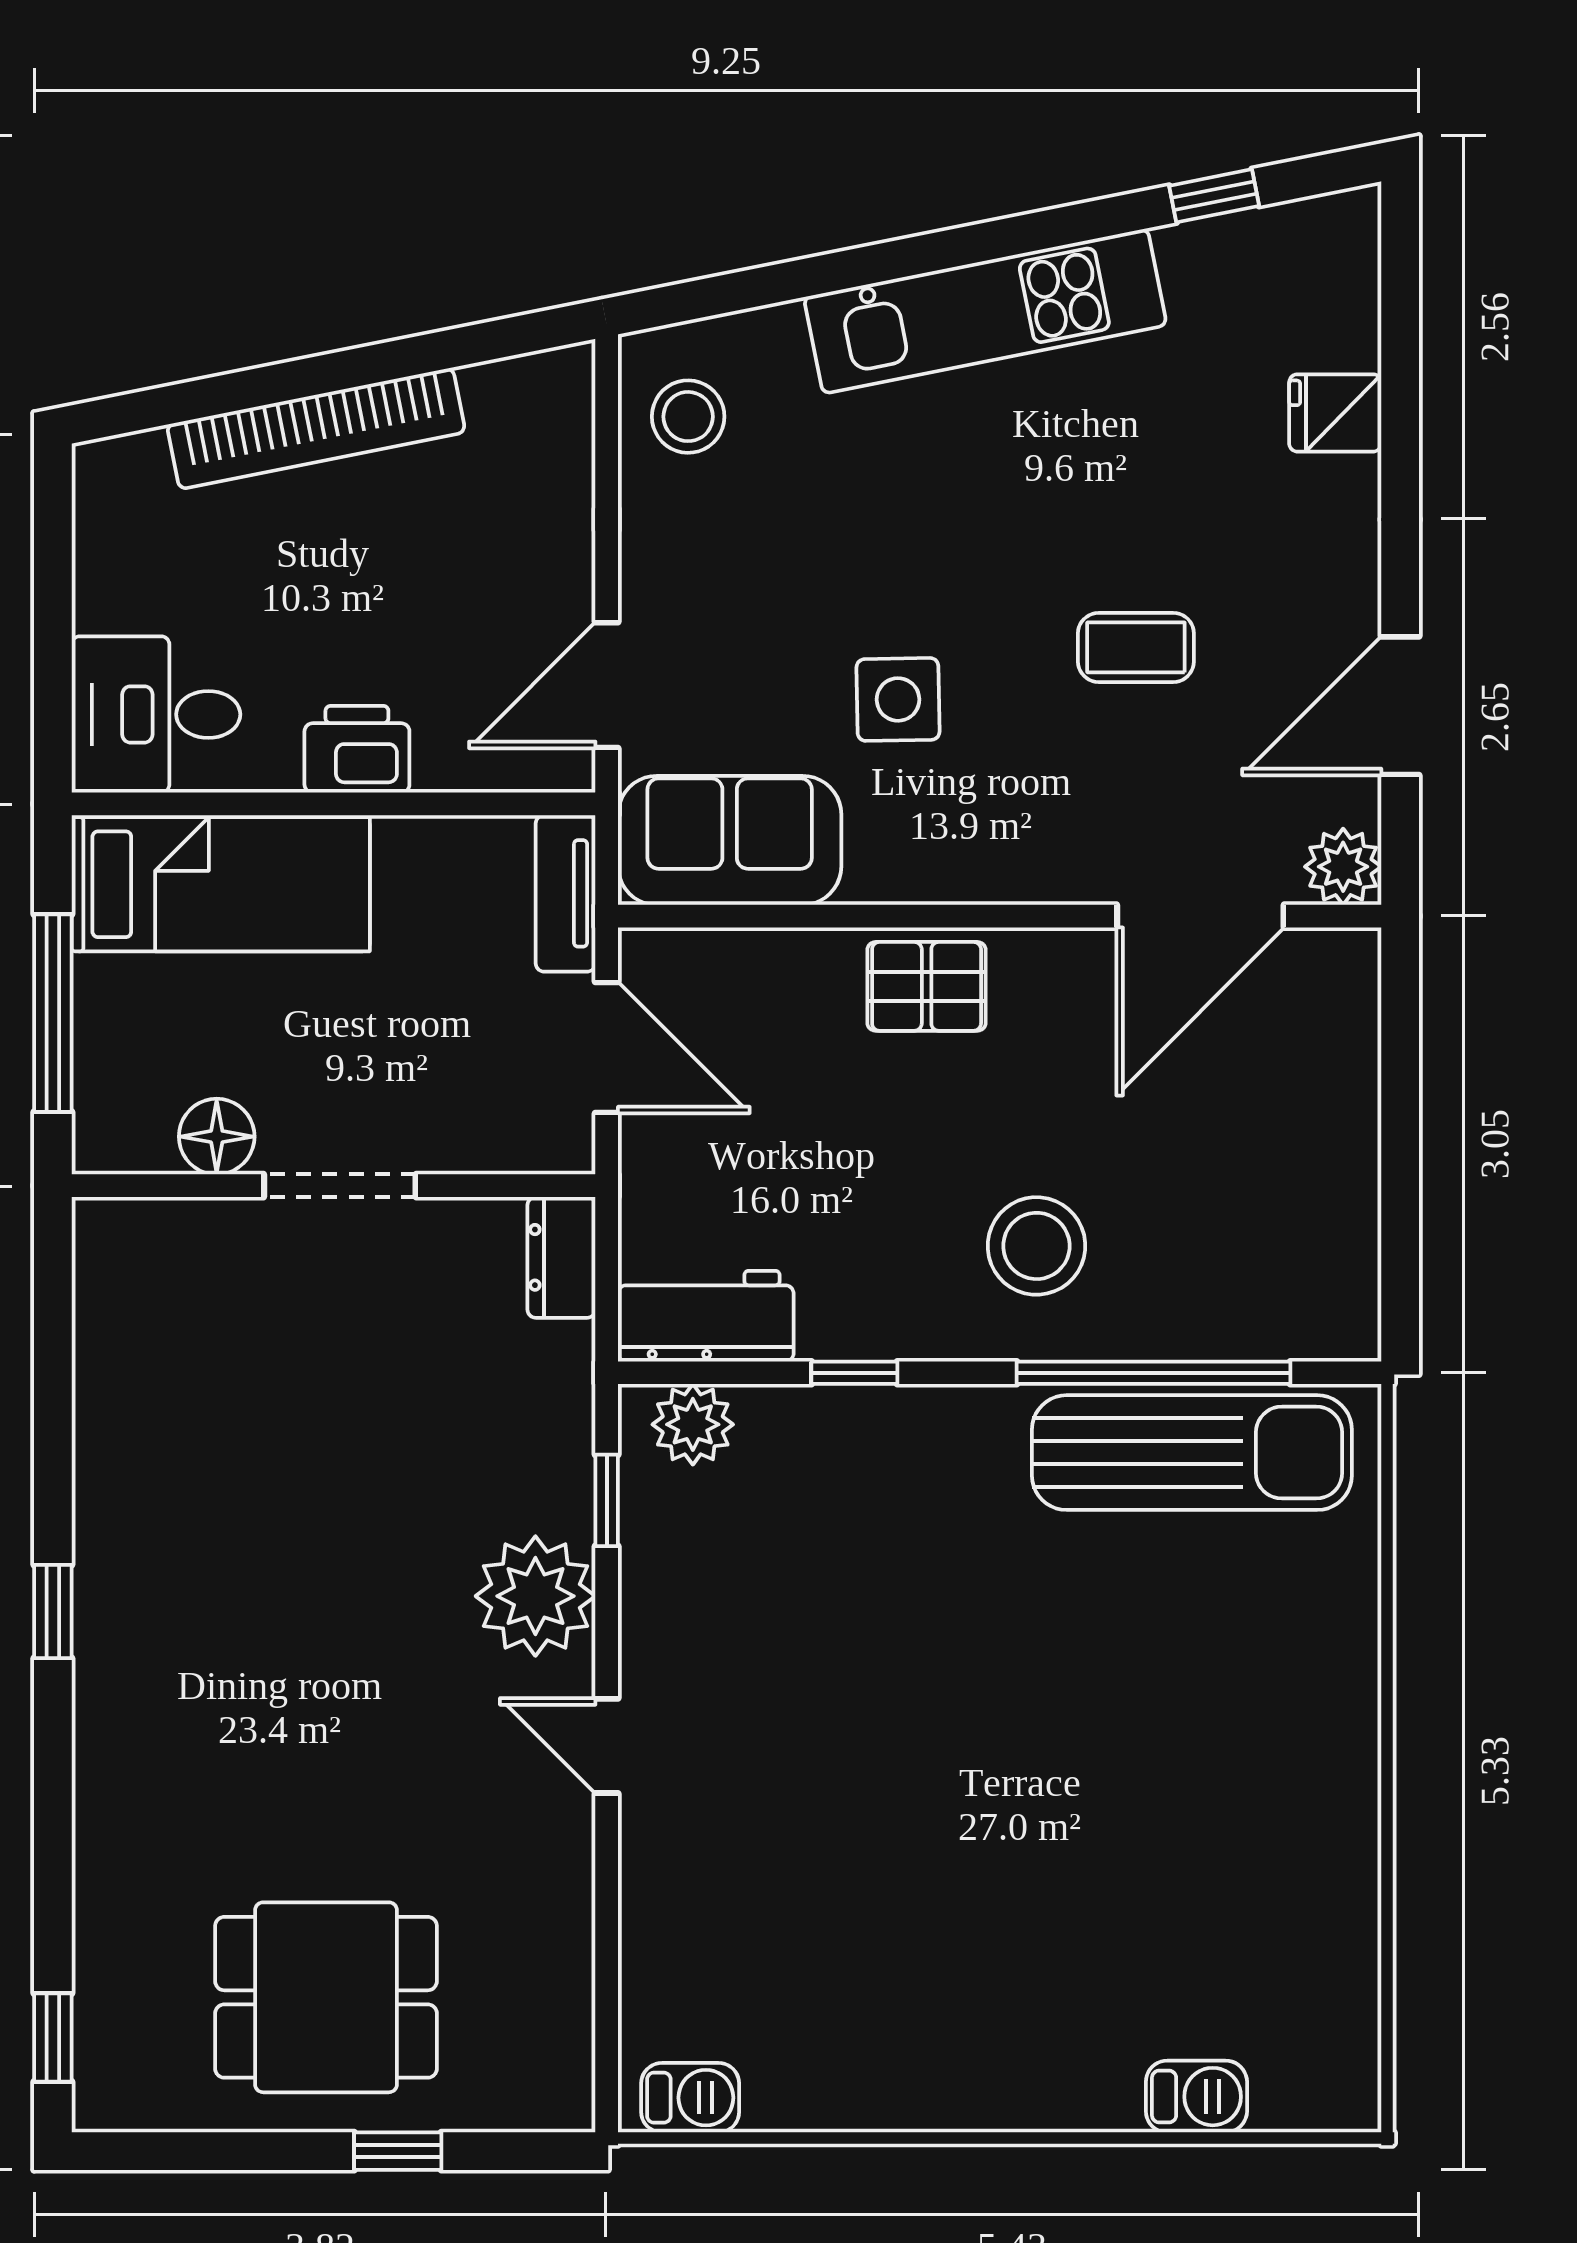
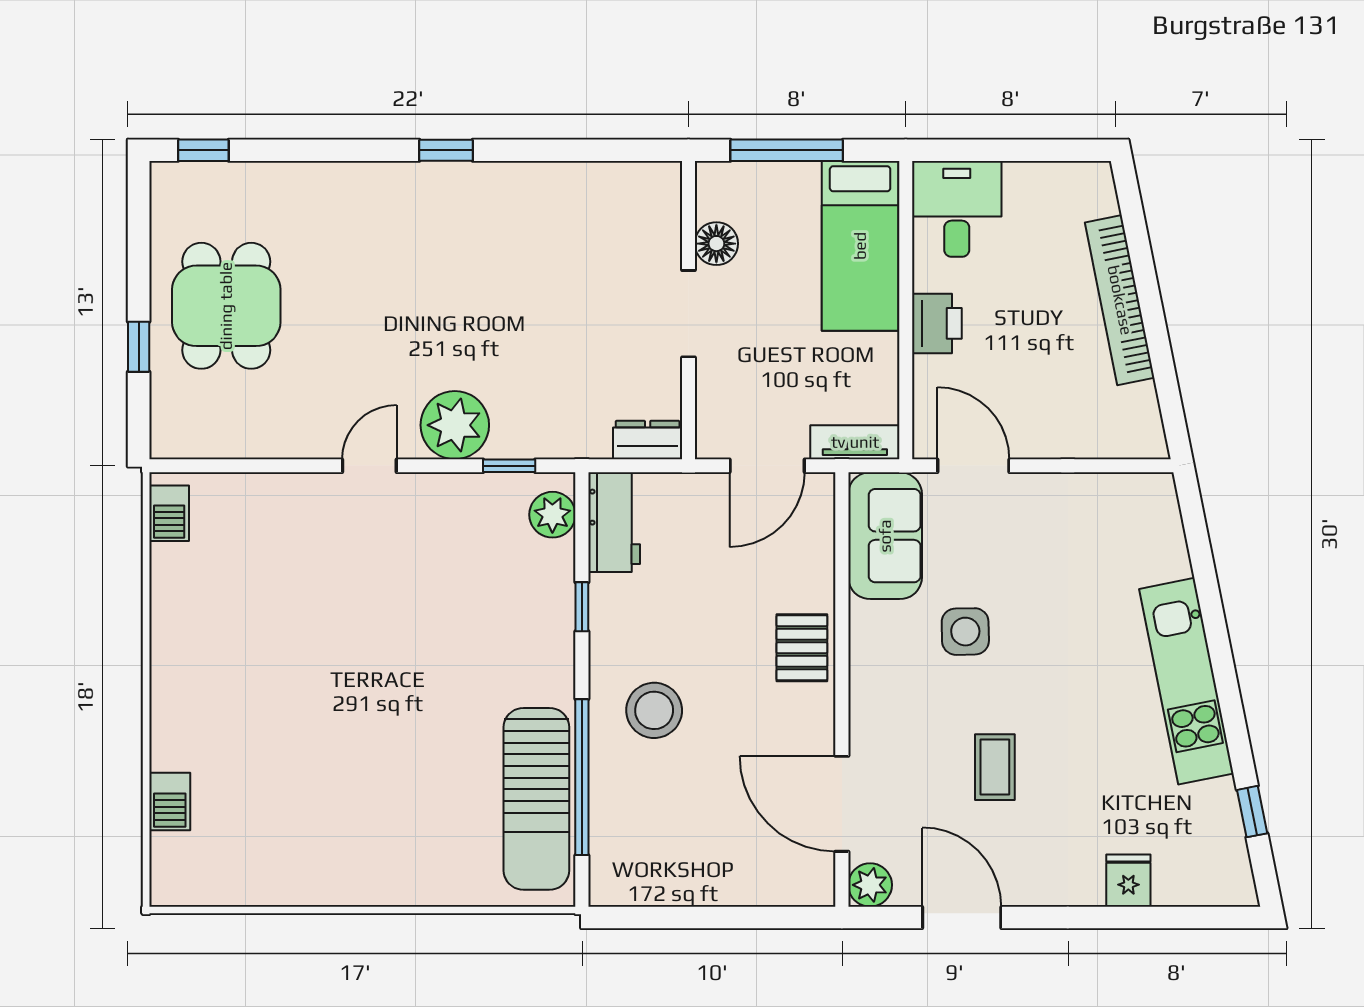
stool: (688, 417) -> (1126, 512), removed

